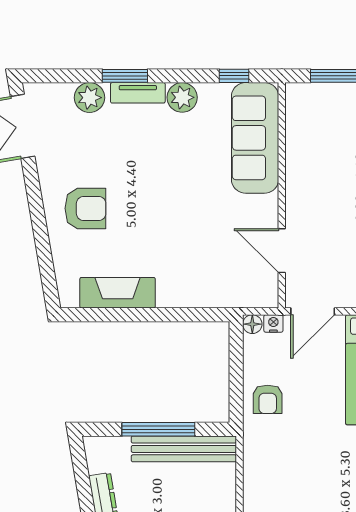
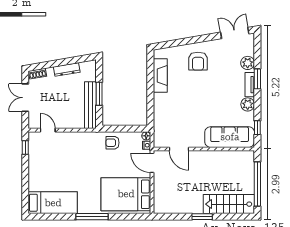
door: (282, 251) -> (179, 149), swing flipped
window: (158, 429) -> (99, 94), width x0.69

